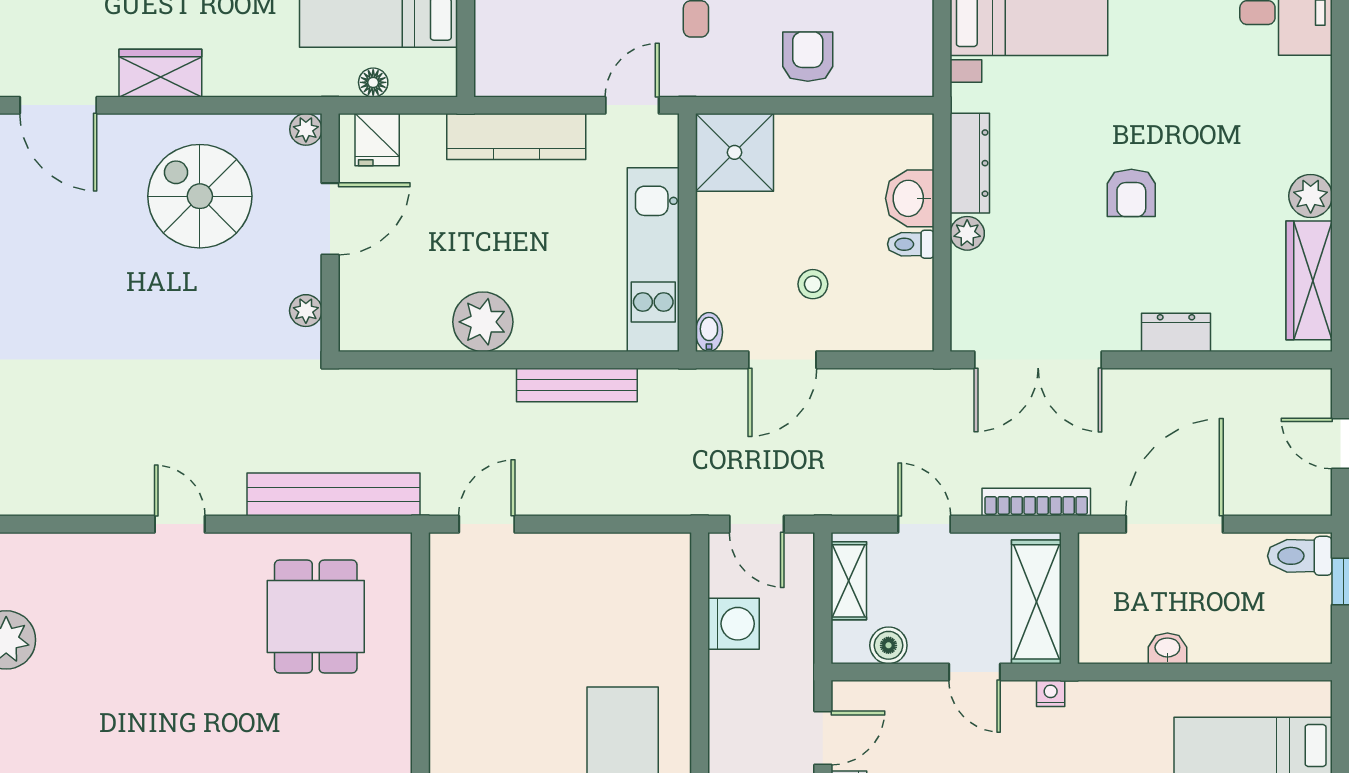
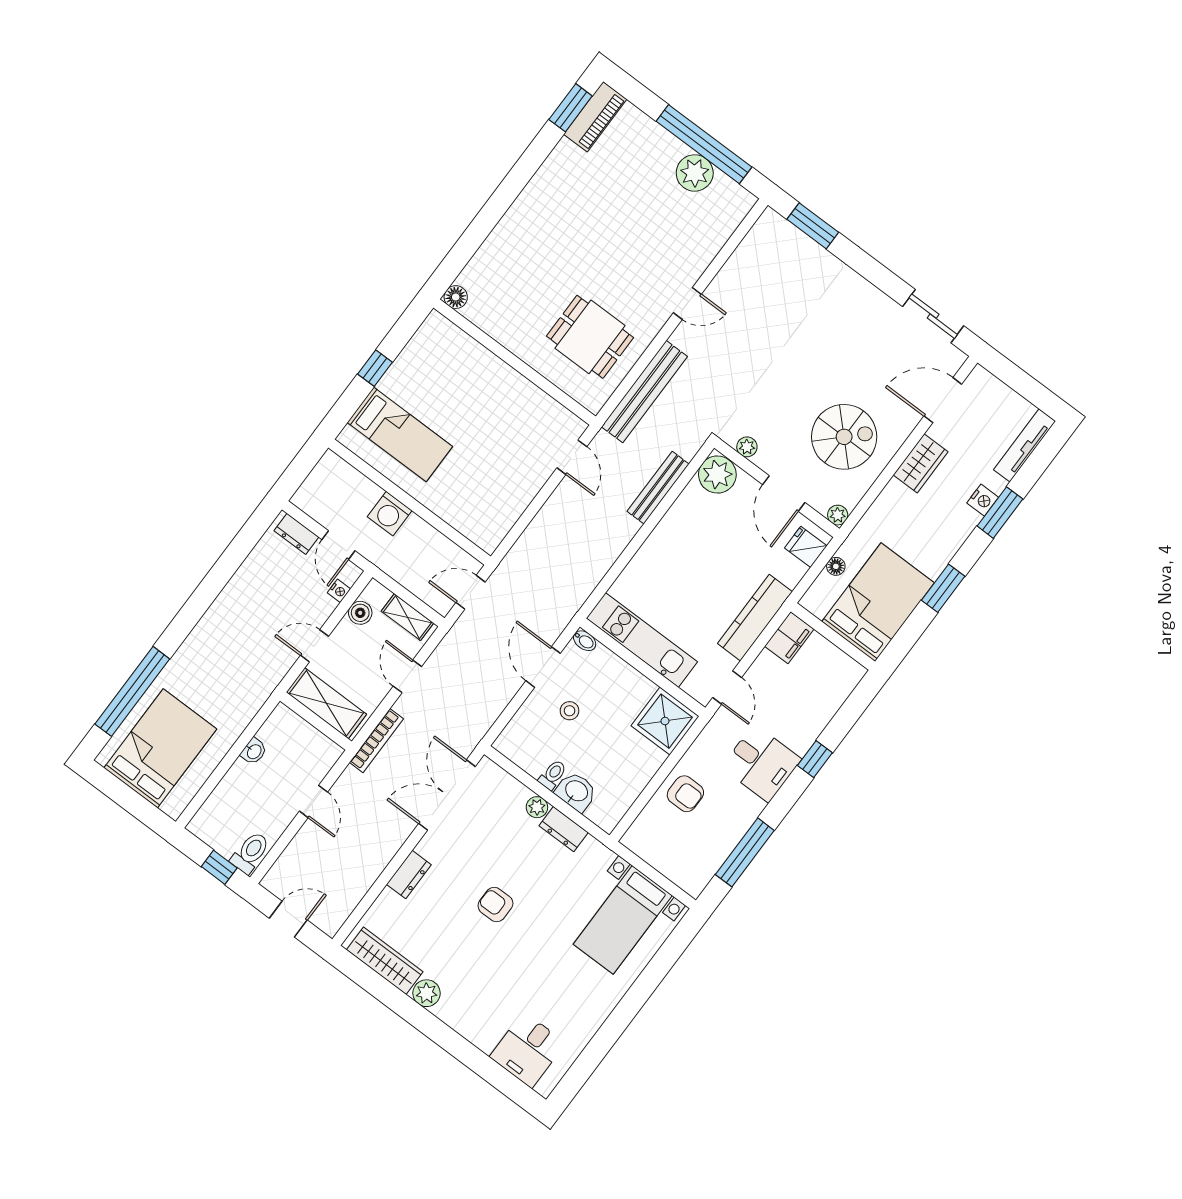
filing cabinet: (509, 74) -> (789, 638), added
dresser: (970, 163) -> (564, 829), width x0.70
plant: (483, 322) -> (717, 475), moved
bench: (577, 385) -> (658, 488), moved
door: (924, 524) -> (407, 676), swing flipped
door: (1174, 524) -> (313, 801), width x0.53
washing machine: (734, 624) -> (390, 514), moved
nightstand: (1051, 693) -> (339, 591), moved

